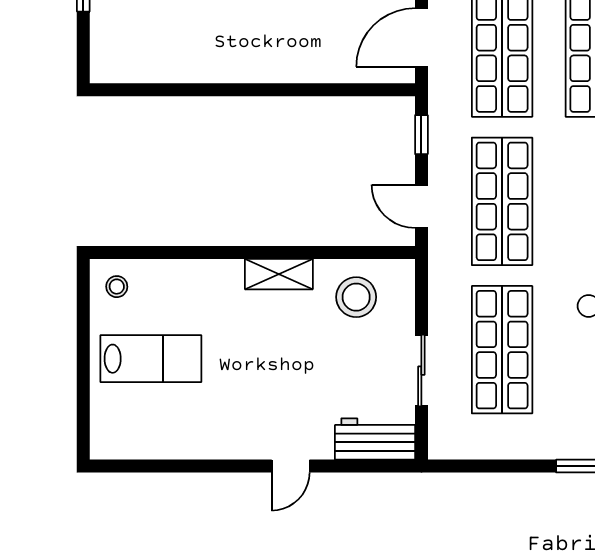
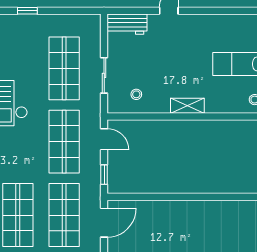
shelving: (279, 274) -> (187, 106), moved
stool: (356, 297) -> (136, 94), width x0.53, depth x0.53
sliding door: (421, 371) -> (104, 75), moved

